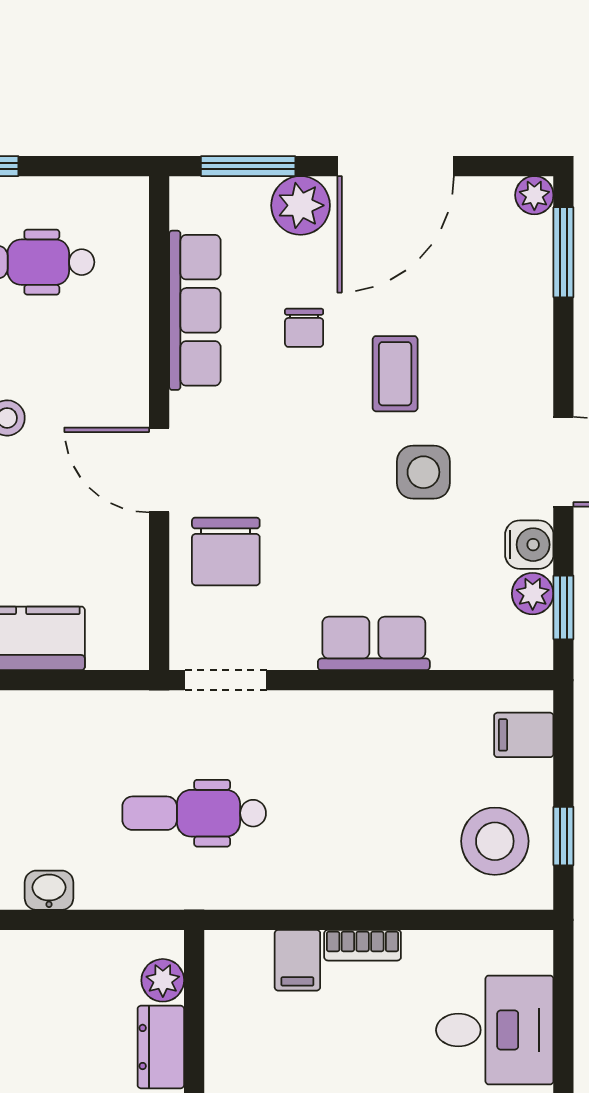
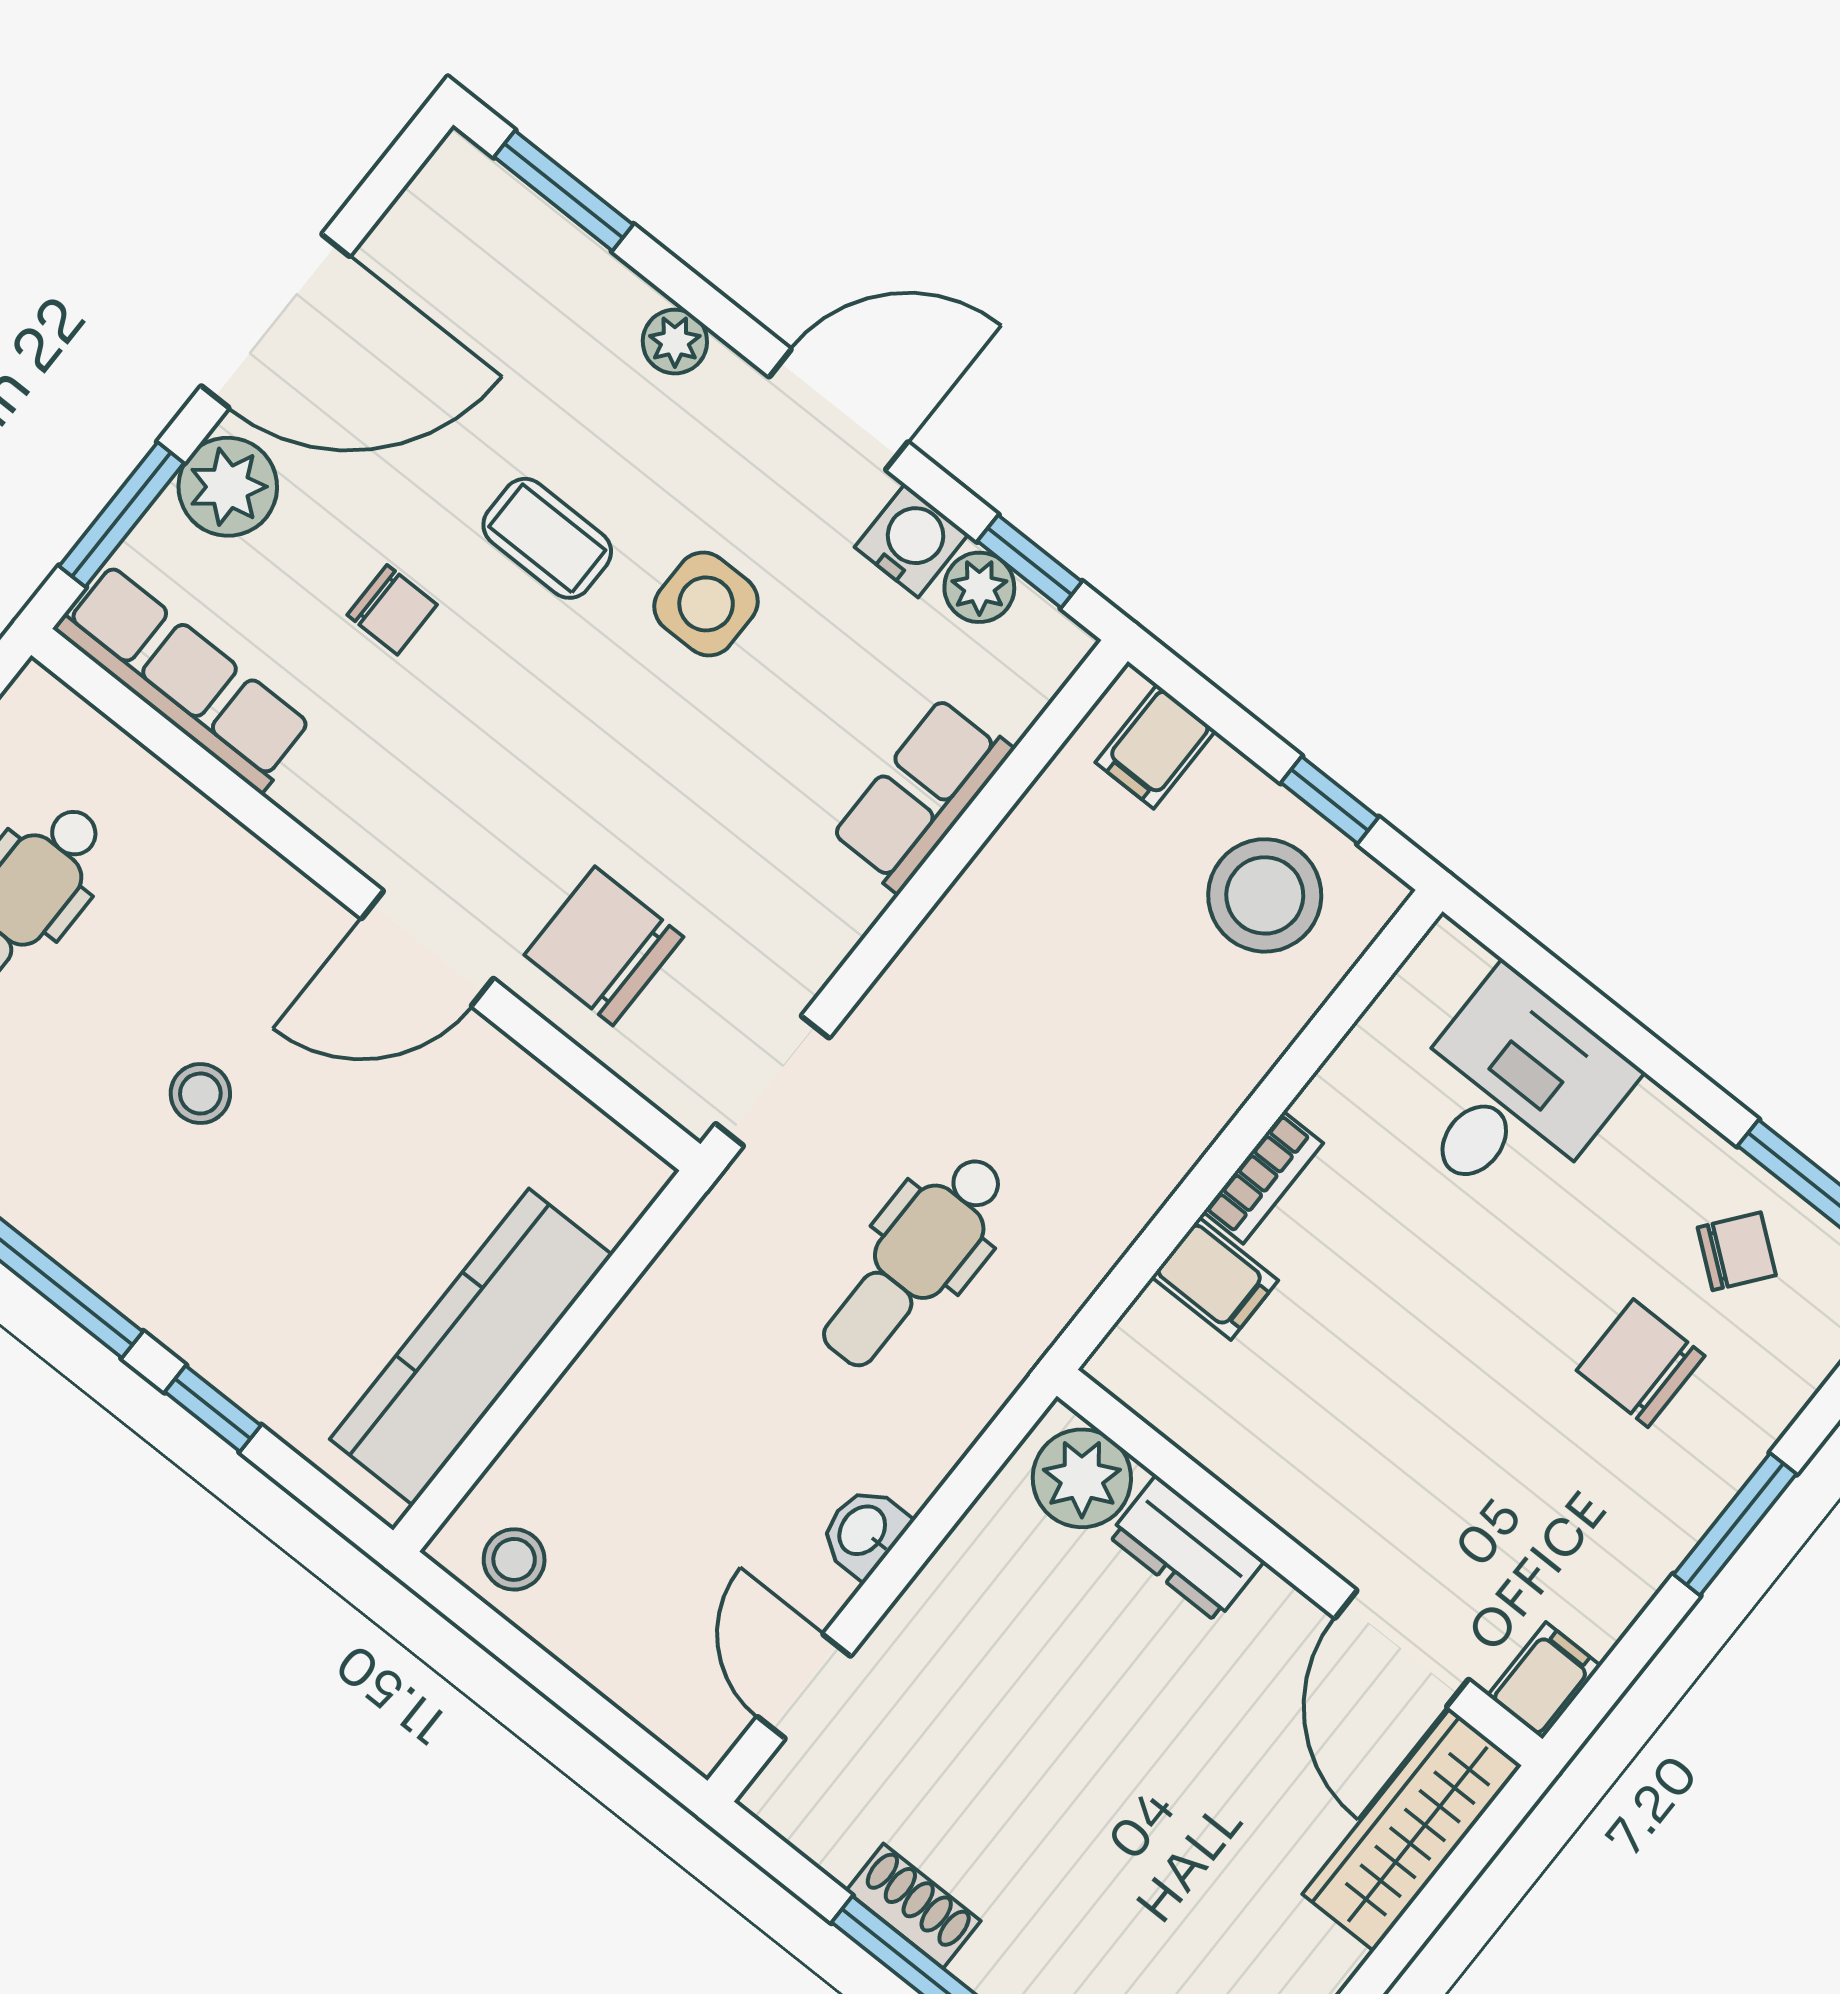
door: (396, 166) -> (275, 321), hinge flipped
plant: (534, 195) -> (675, 342), moved
row of seats: (195, 310) -> (184, 678), moved
chair: (226, 551) -> (604, 946), turned 180
row of seats: (374, 643) -> (922, 794), moved
plant: (163, 980) -> (1082, 1478), width x1.38, depth x1.38

